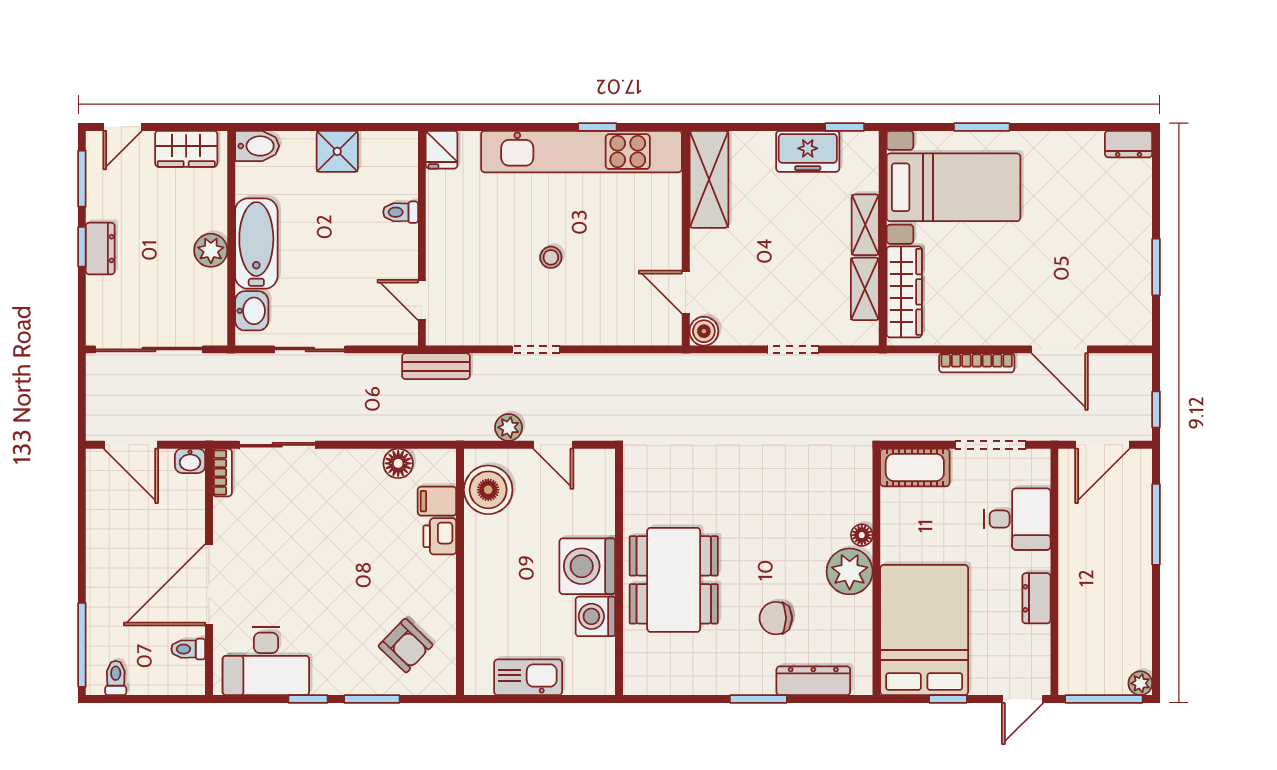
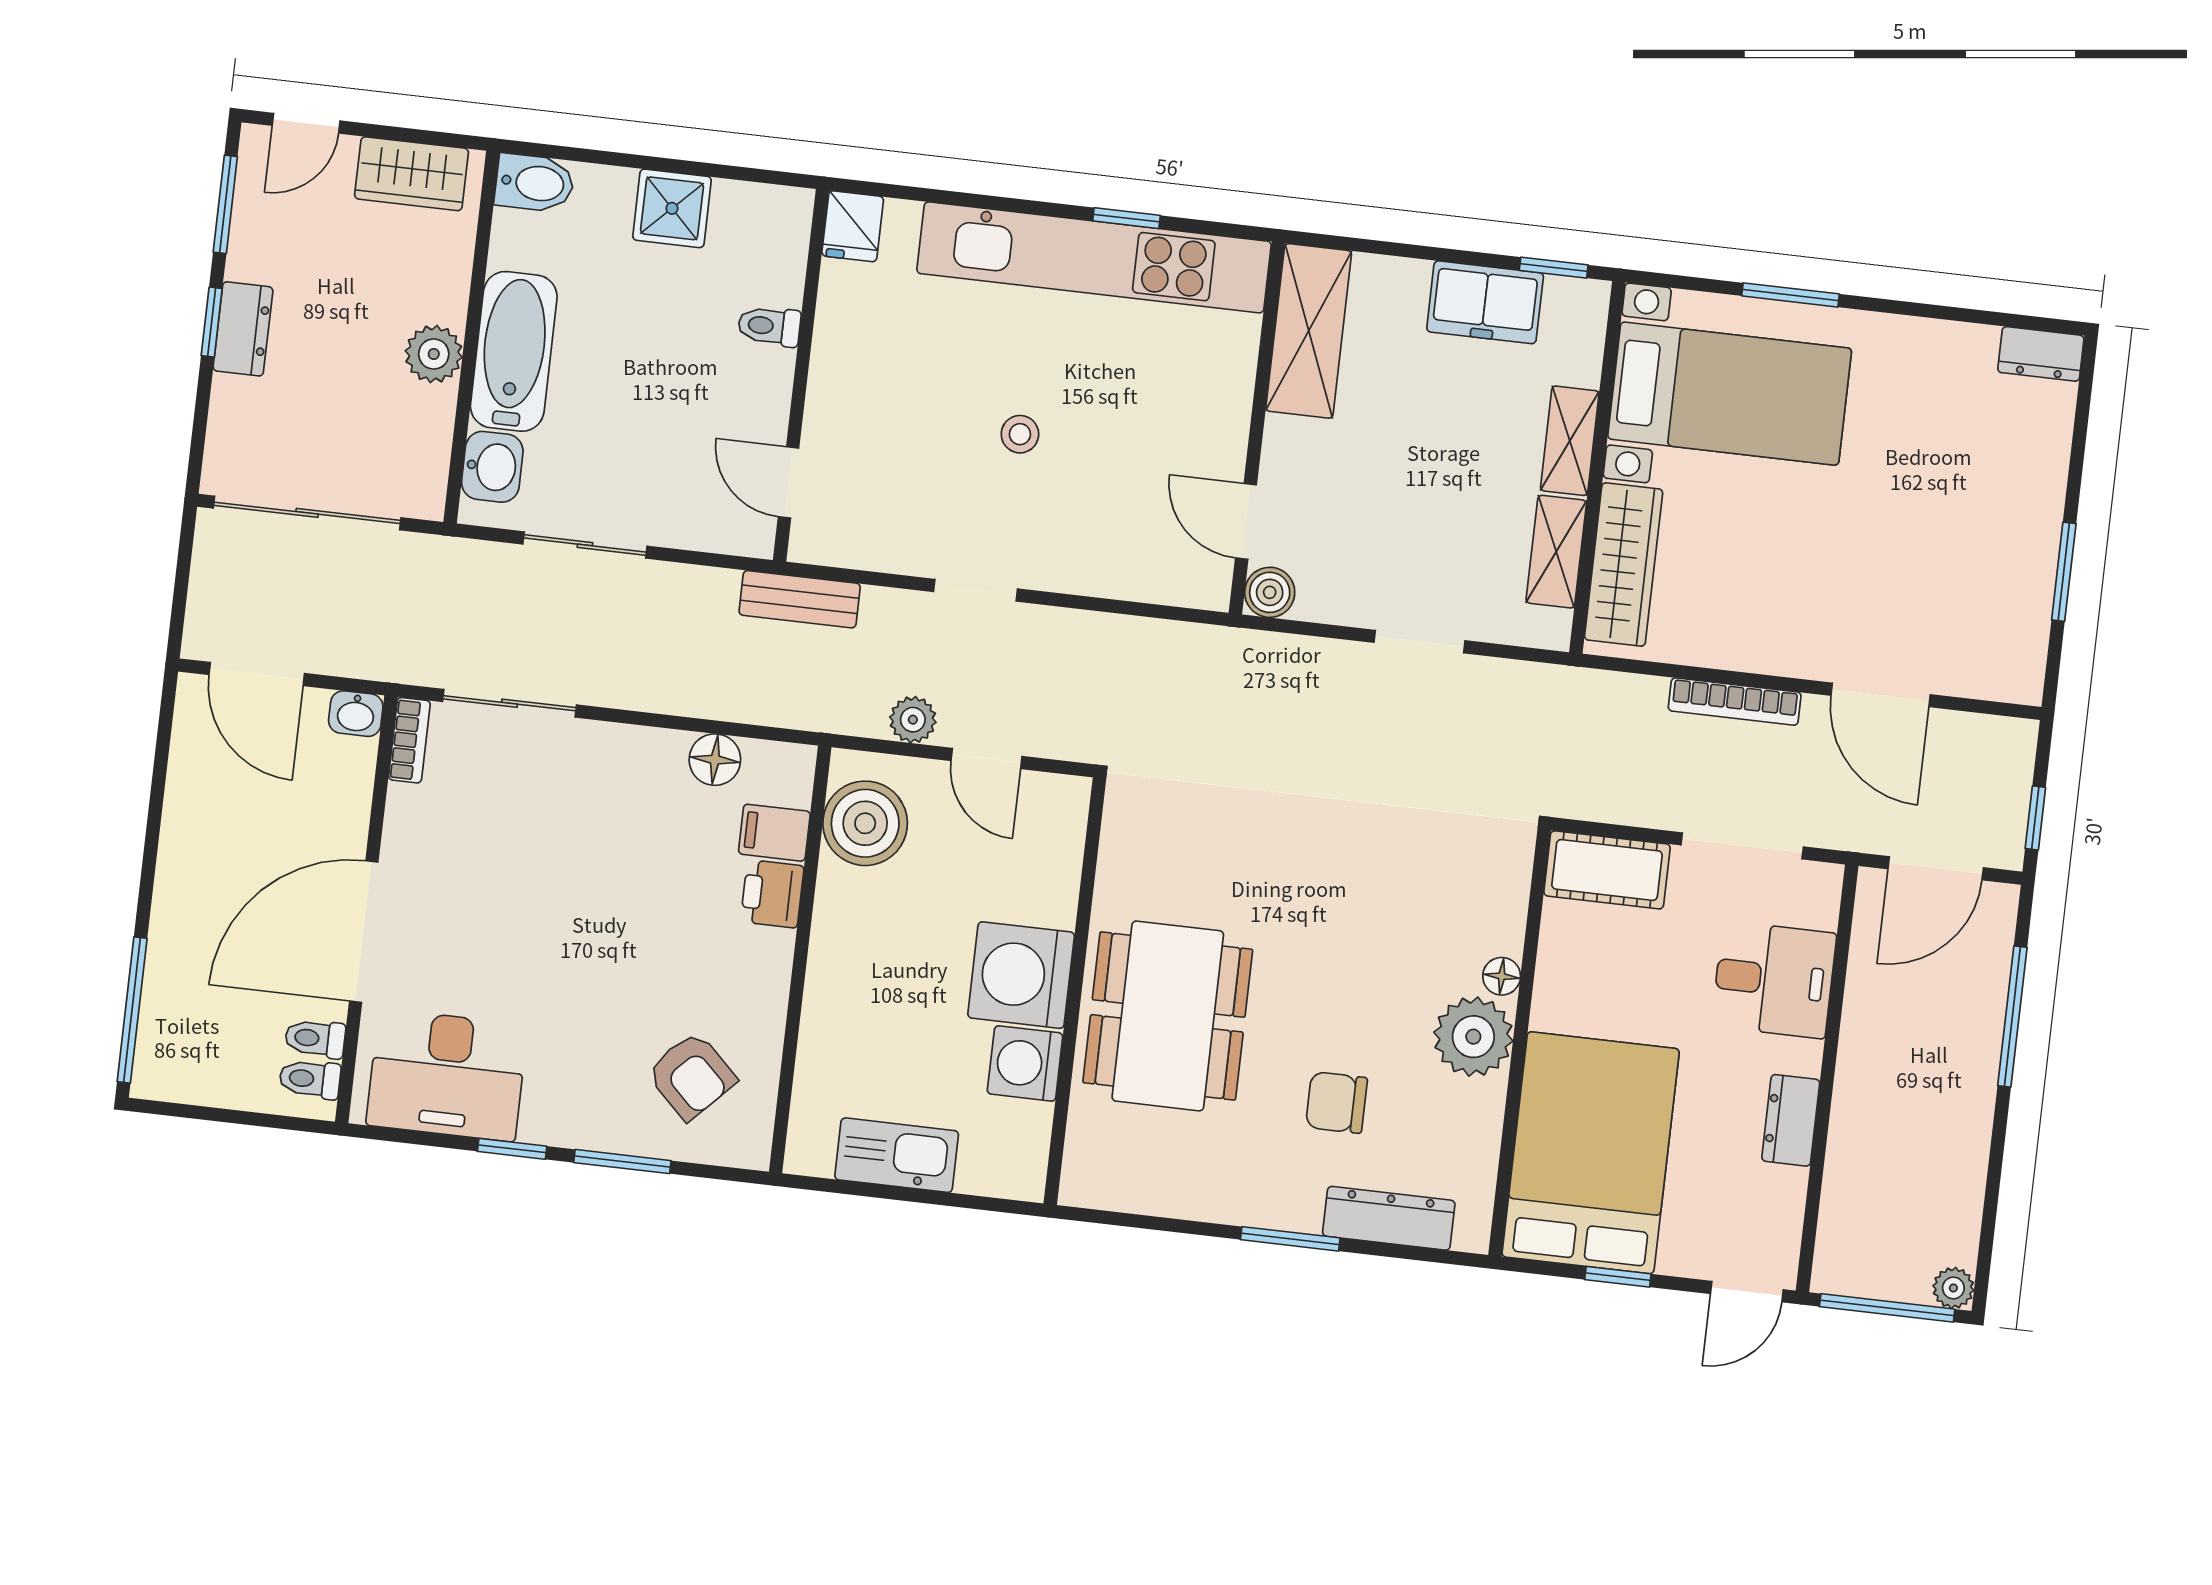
toilet: (116, 678) -> (310, 1079), moved, turned -90

